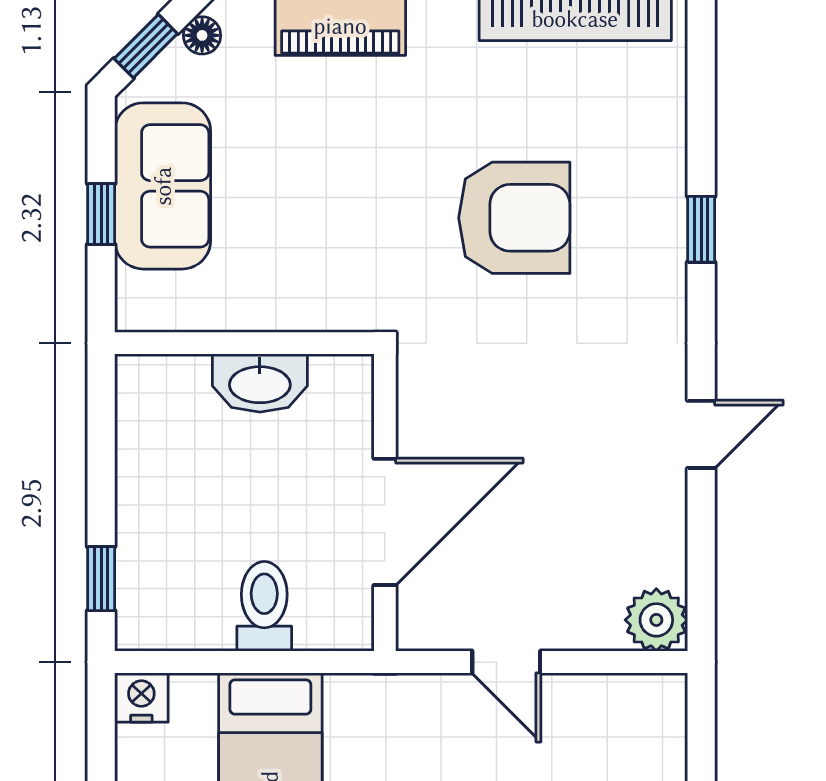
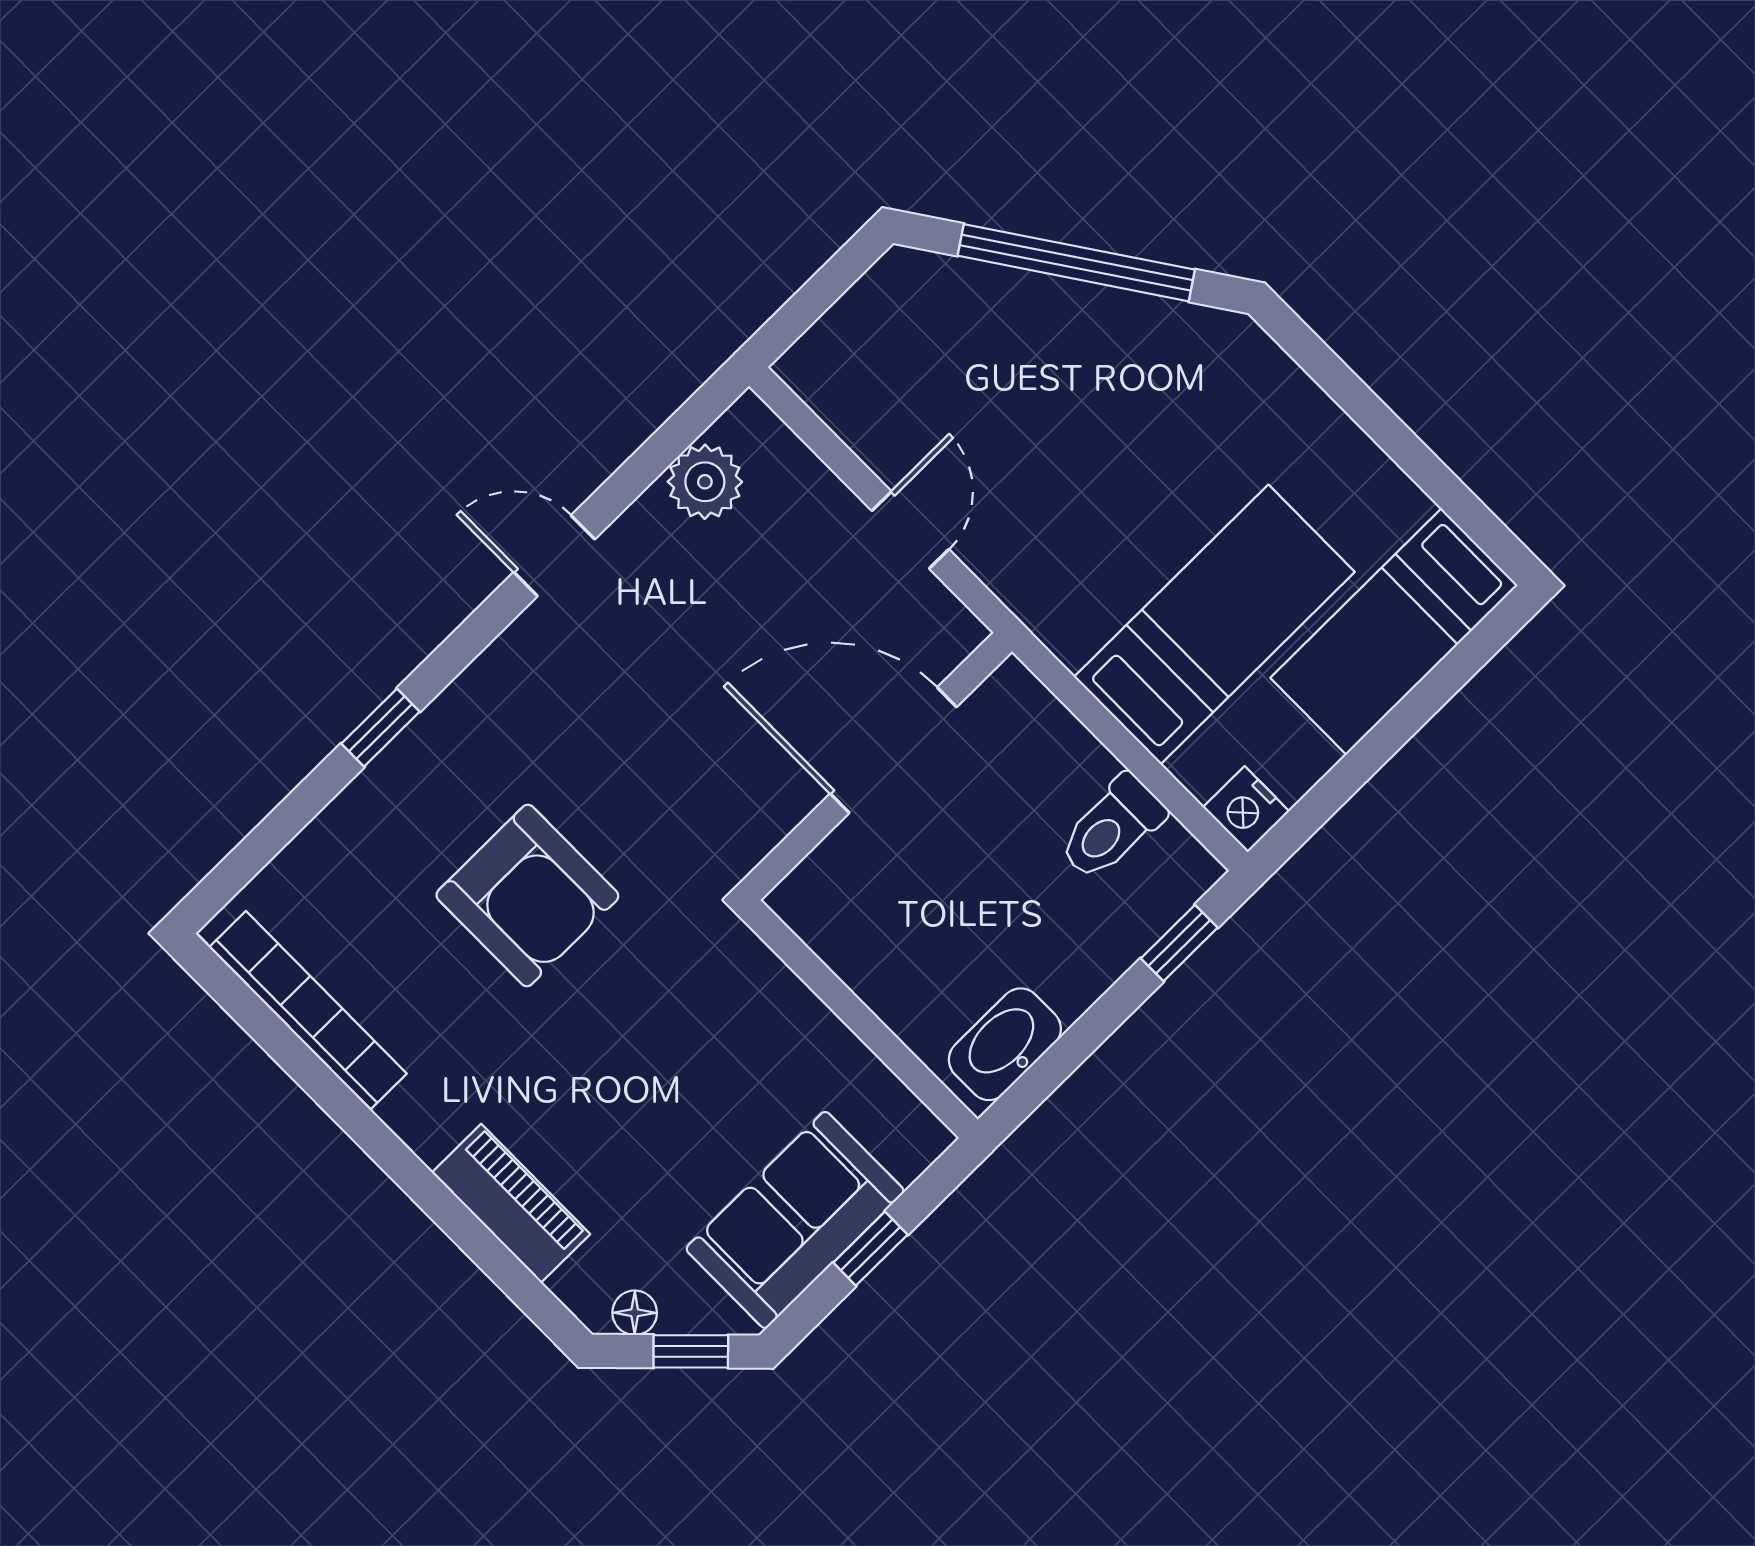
armchair: (514, 218) -> (527, 895), turned 180
washbasin: (260, 383) -> (1005, 1044), moved, turned -90
toilet: (264, 606) -> (1112, 828), moved
plant: (656, 620) -> (705, 482), moved

